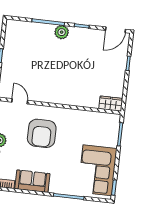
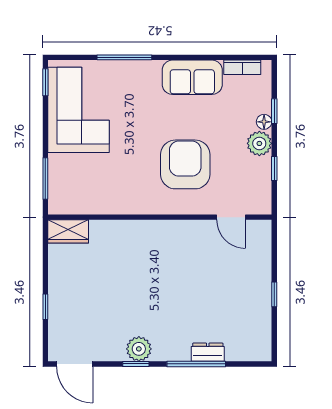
dresser: (41, 28) -> (208, 352), added
door: (116, 30) -> (75, 364), swing flipped
plant: (62, 32) -> (139, 349), moved

